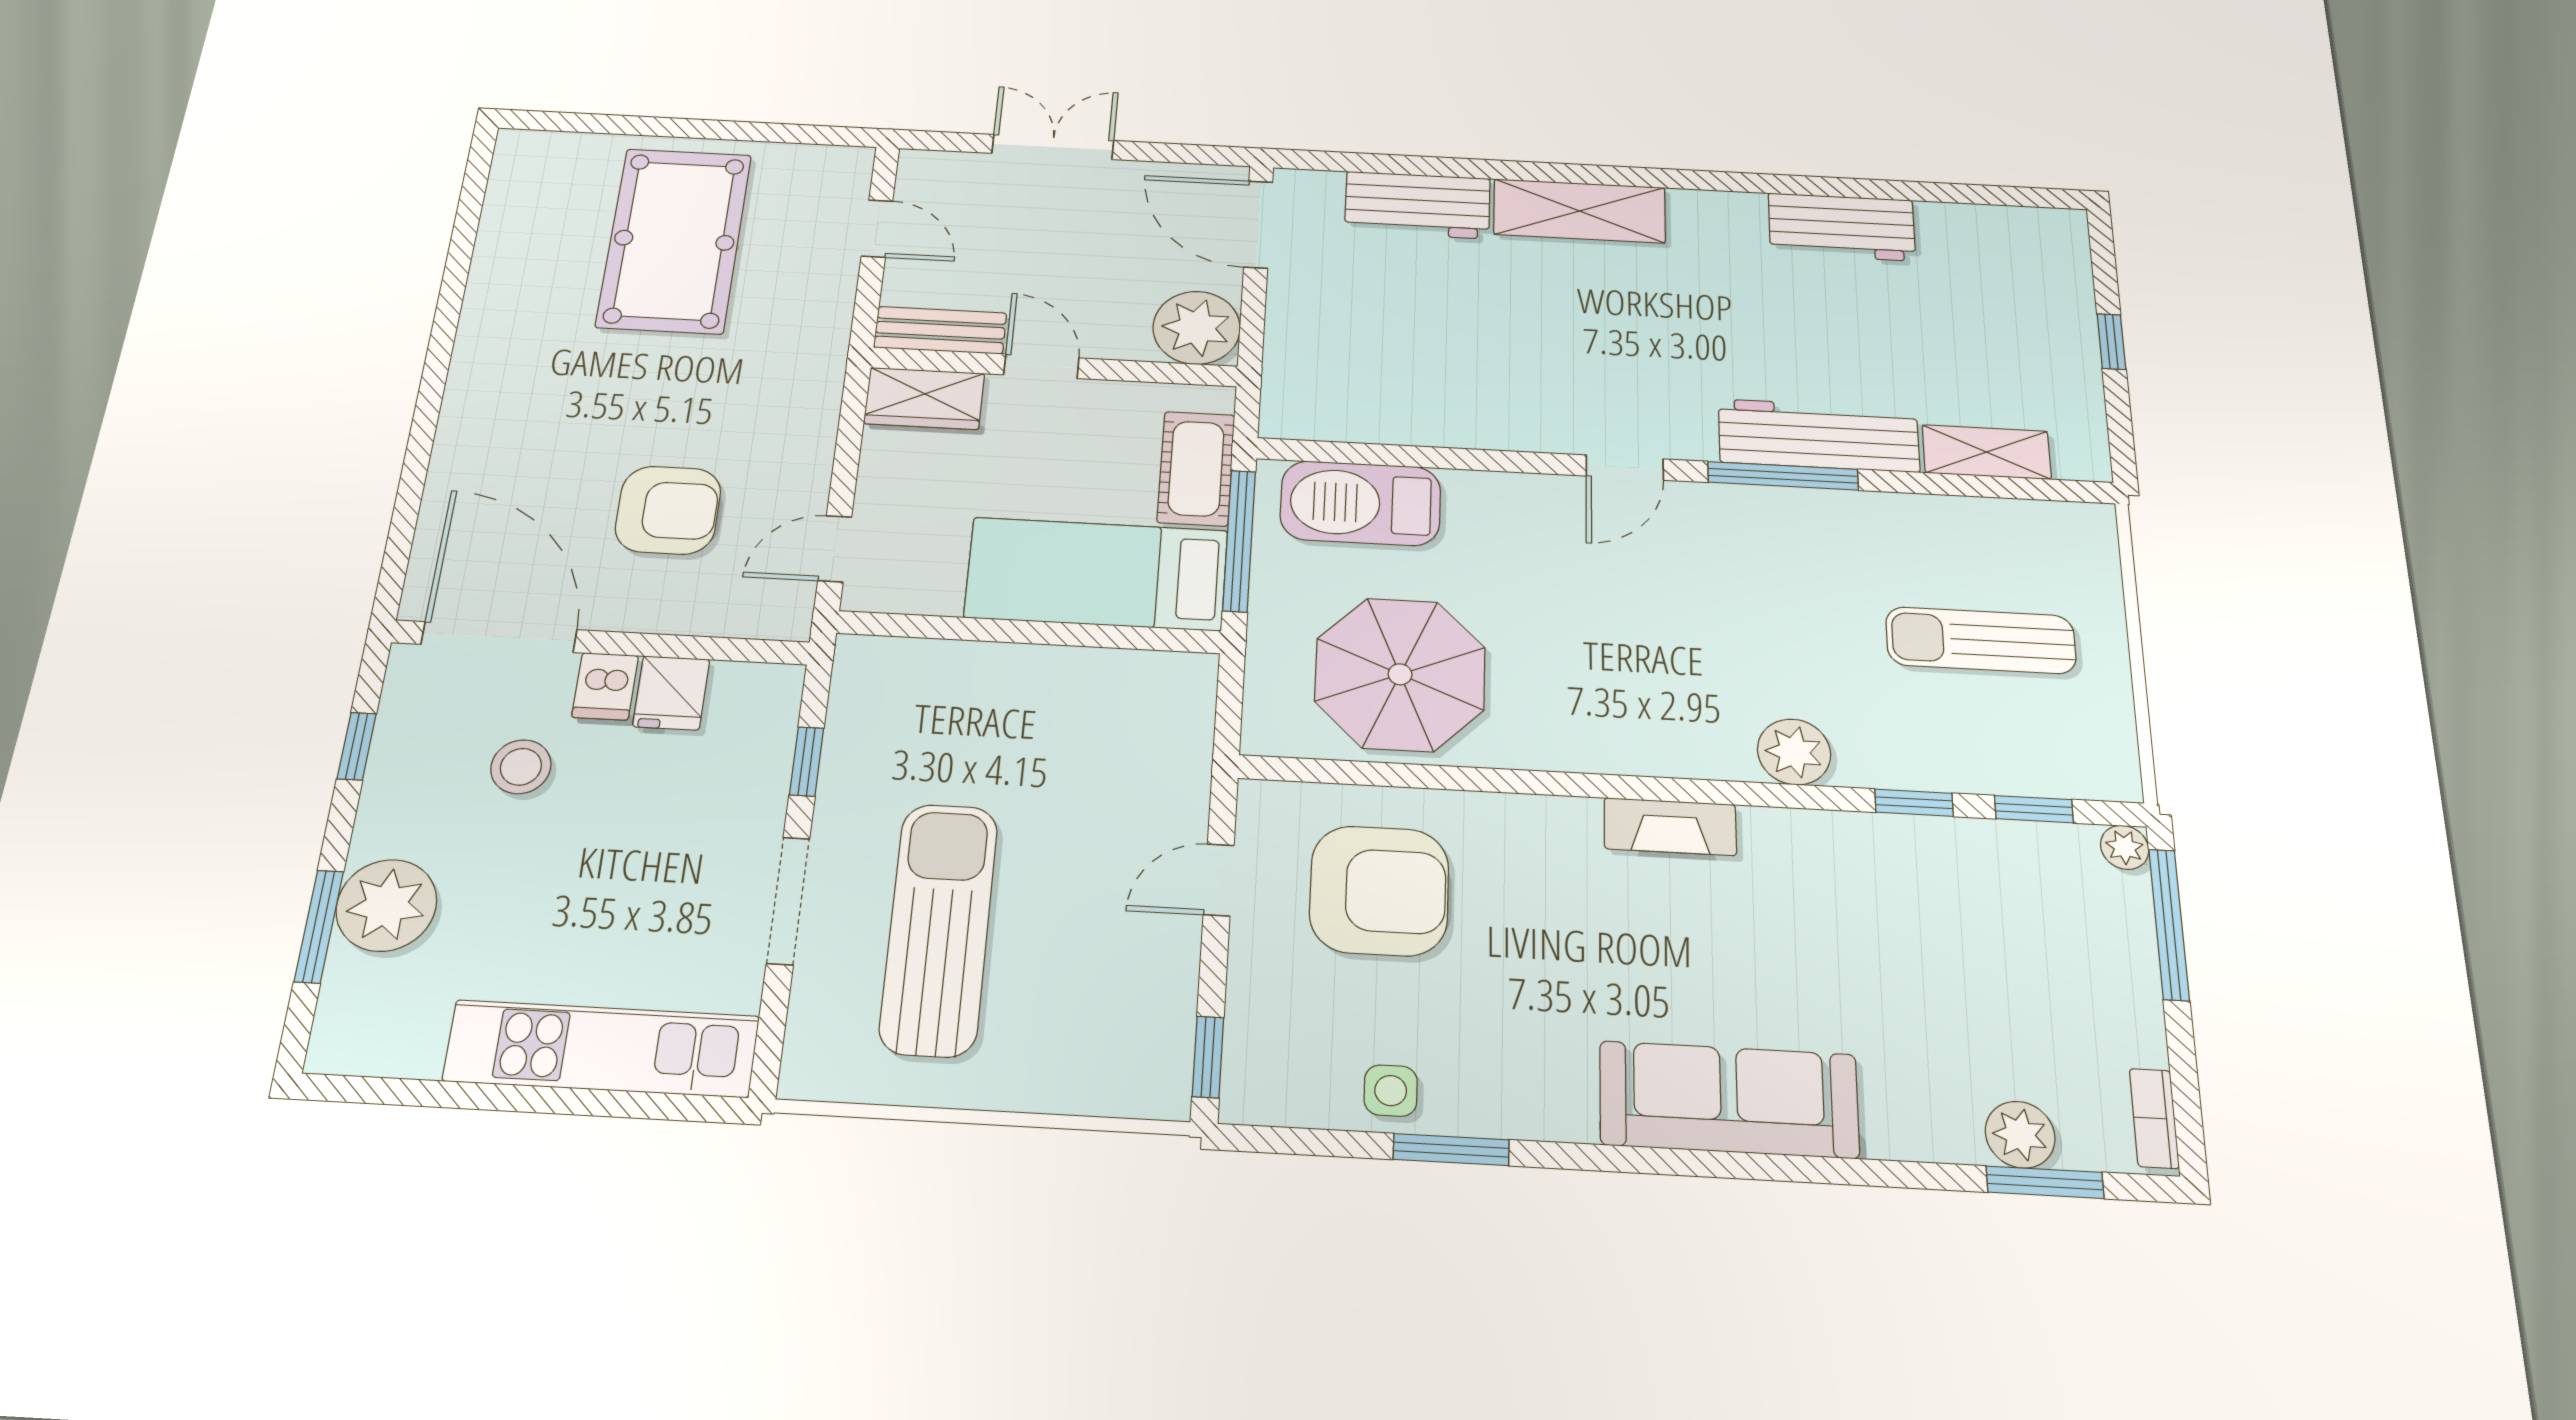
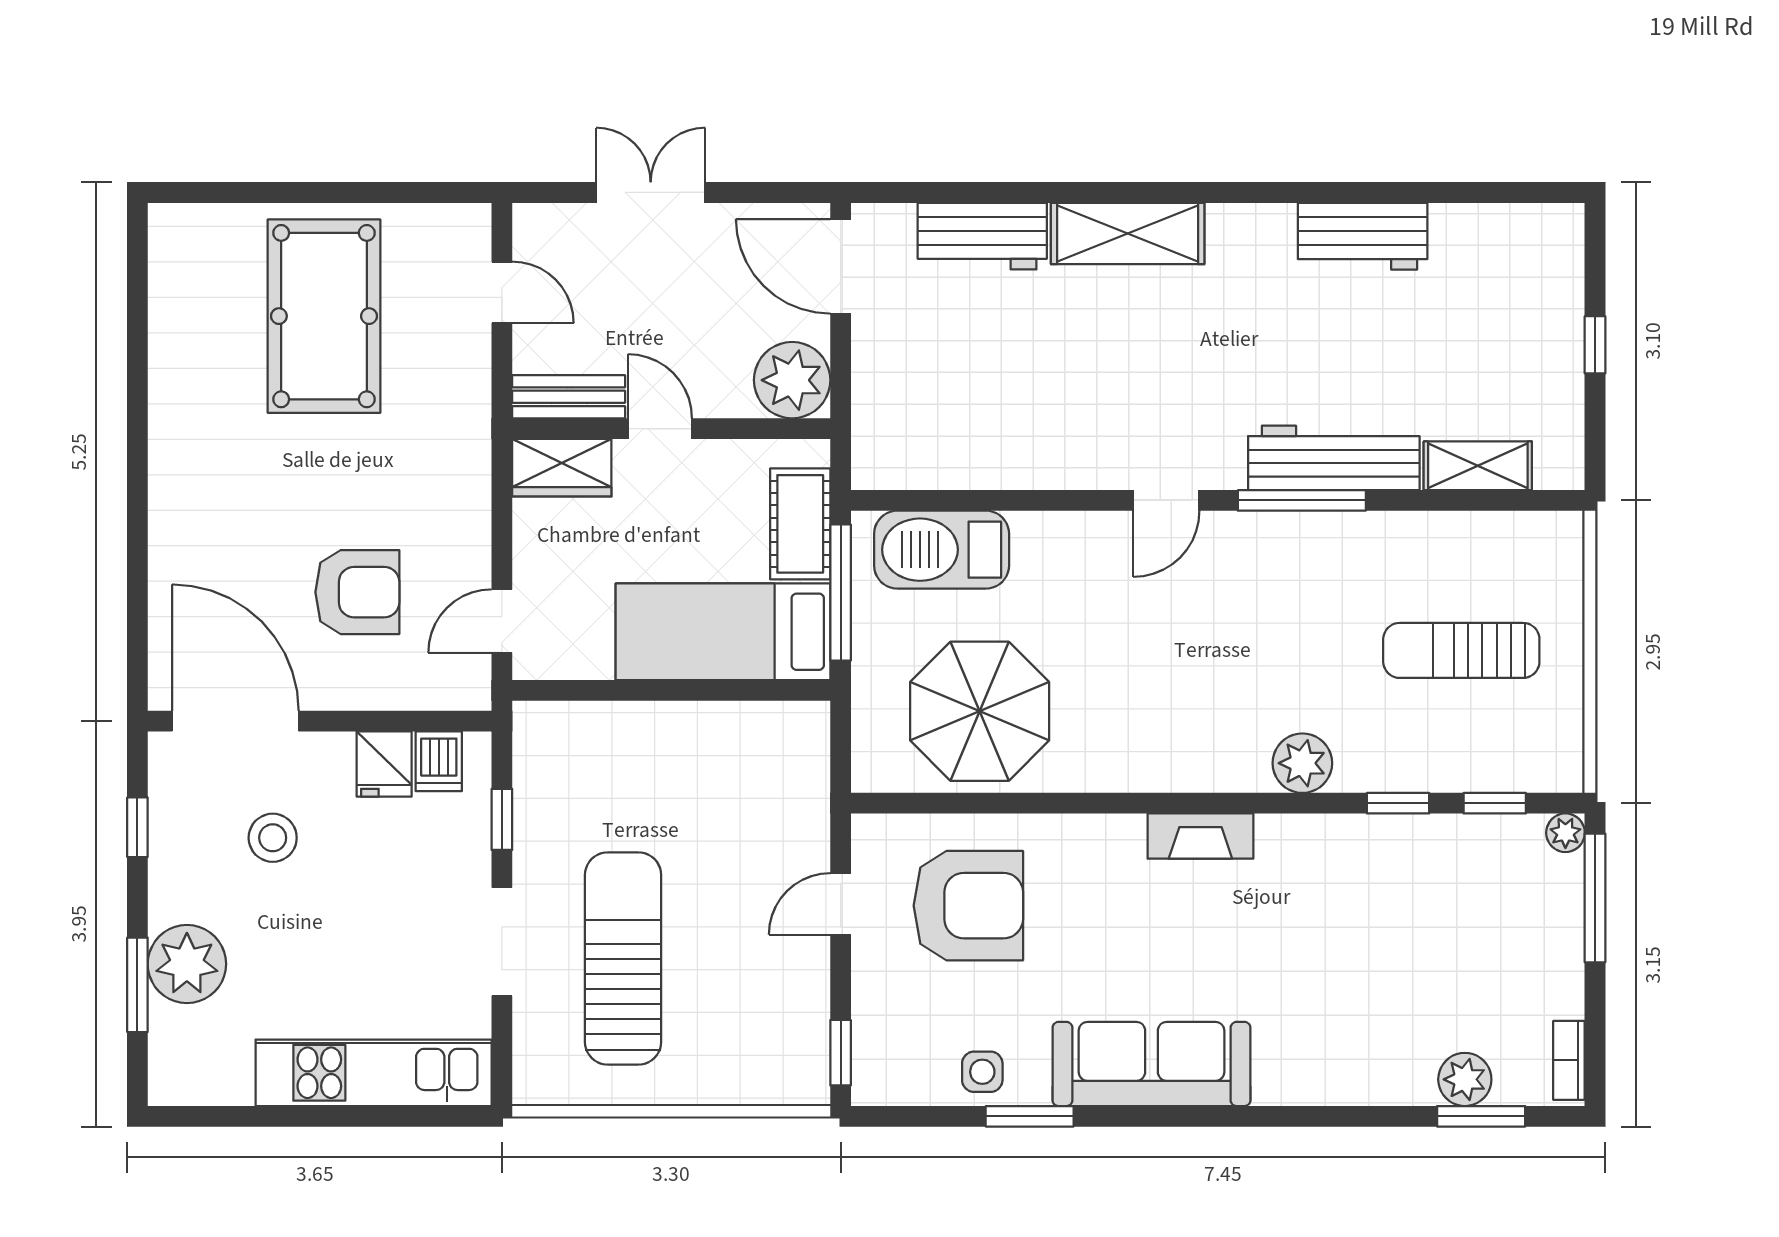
dishwasher: (605, 686) -> (439, 761), moved
sofa: (1729, 1099) -> (1151, 1064), moved

